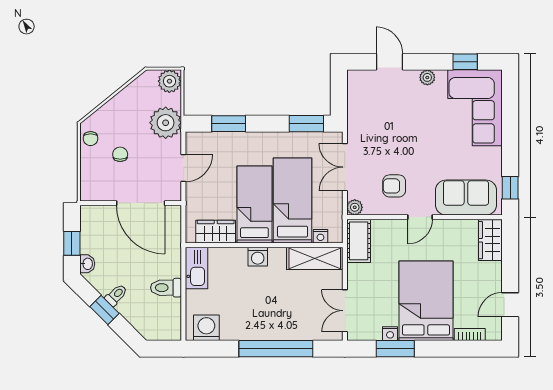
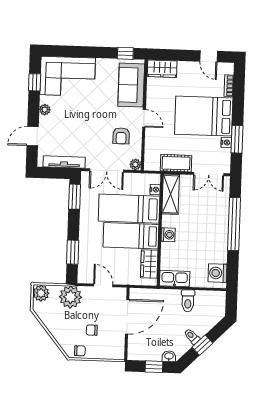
tv unit: (355, 107) -> (64, 162), added
cot: (359, 241) -> (176, 163), moved

